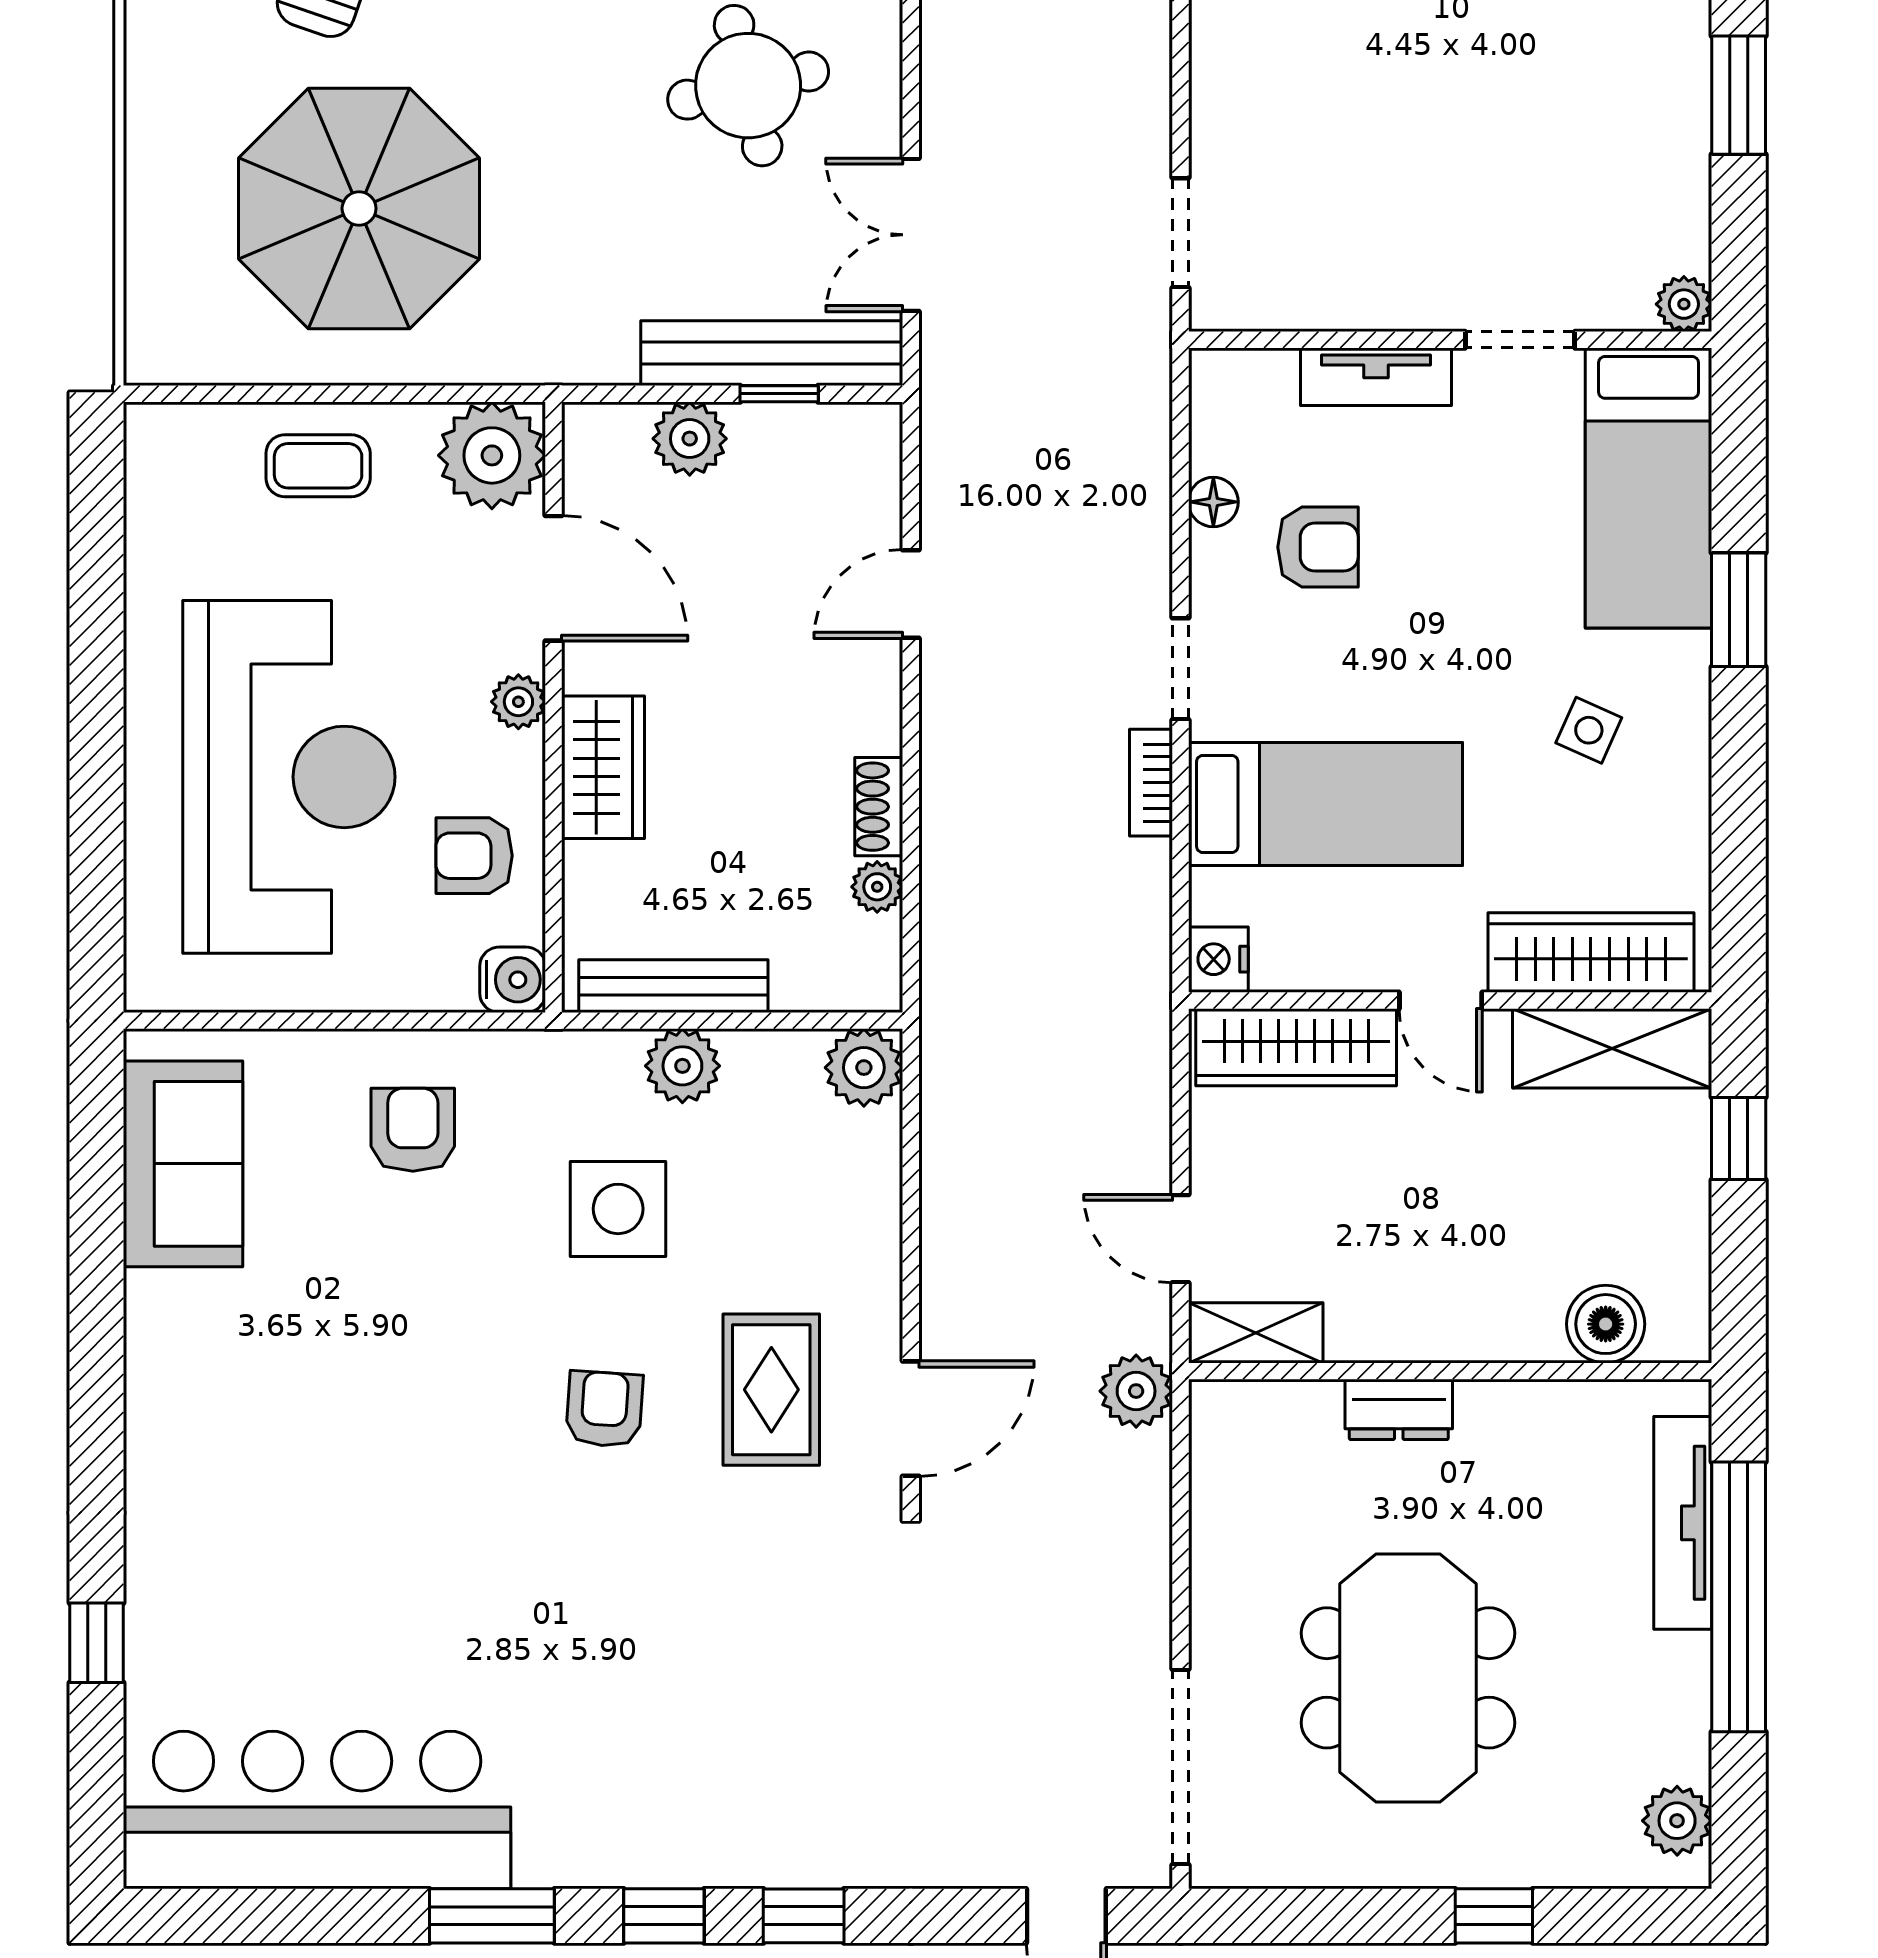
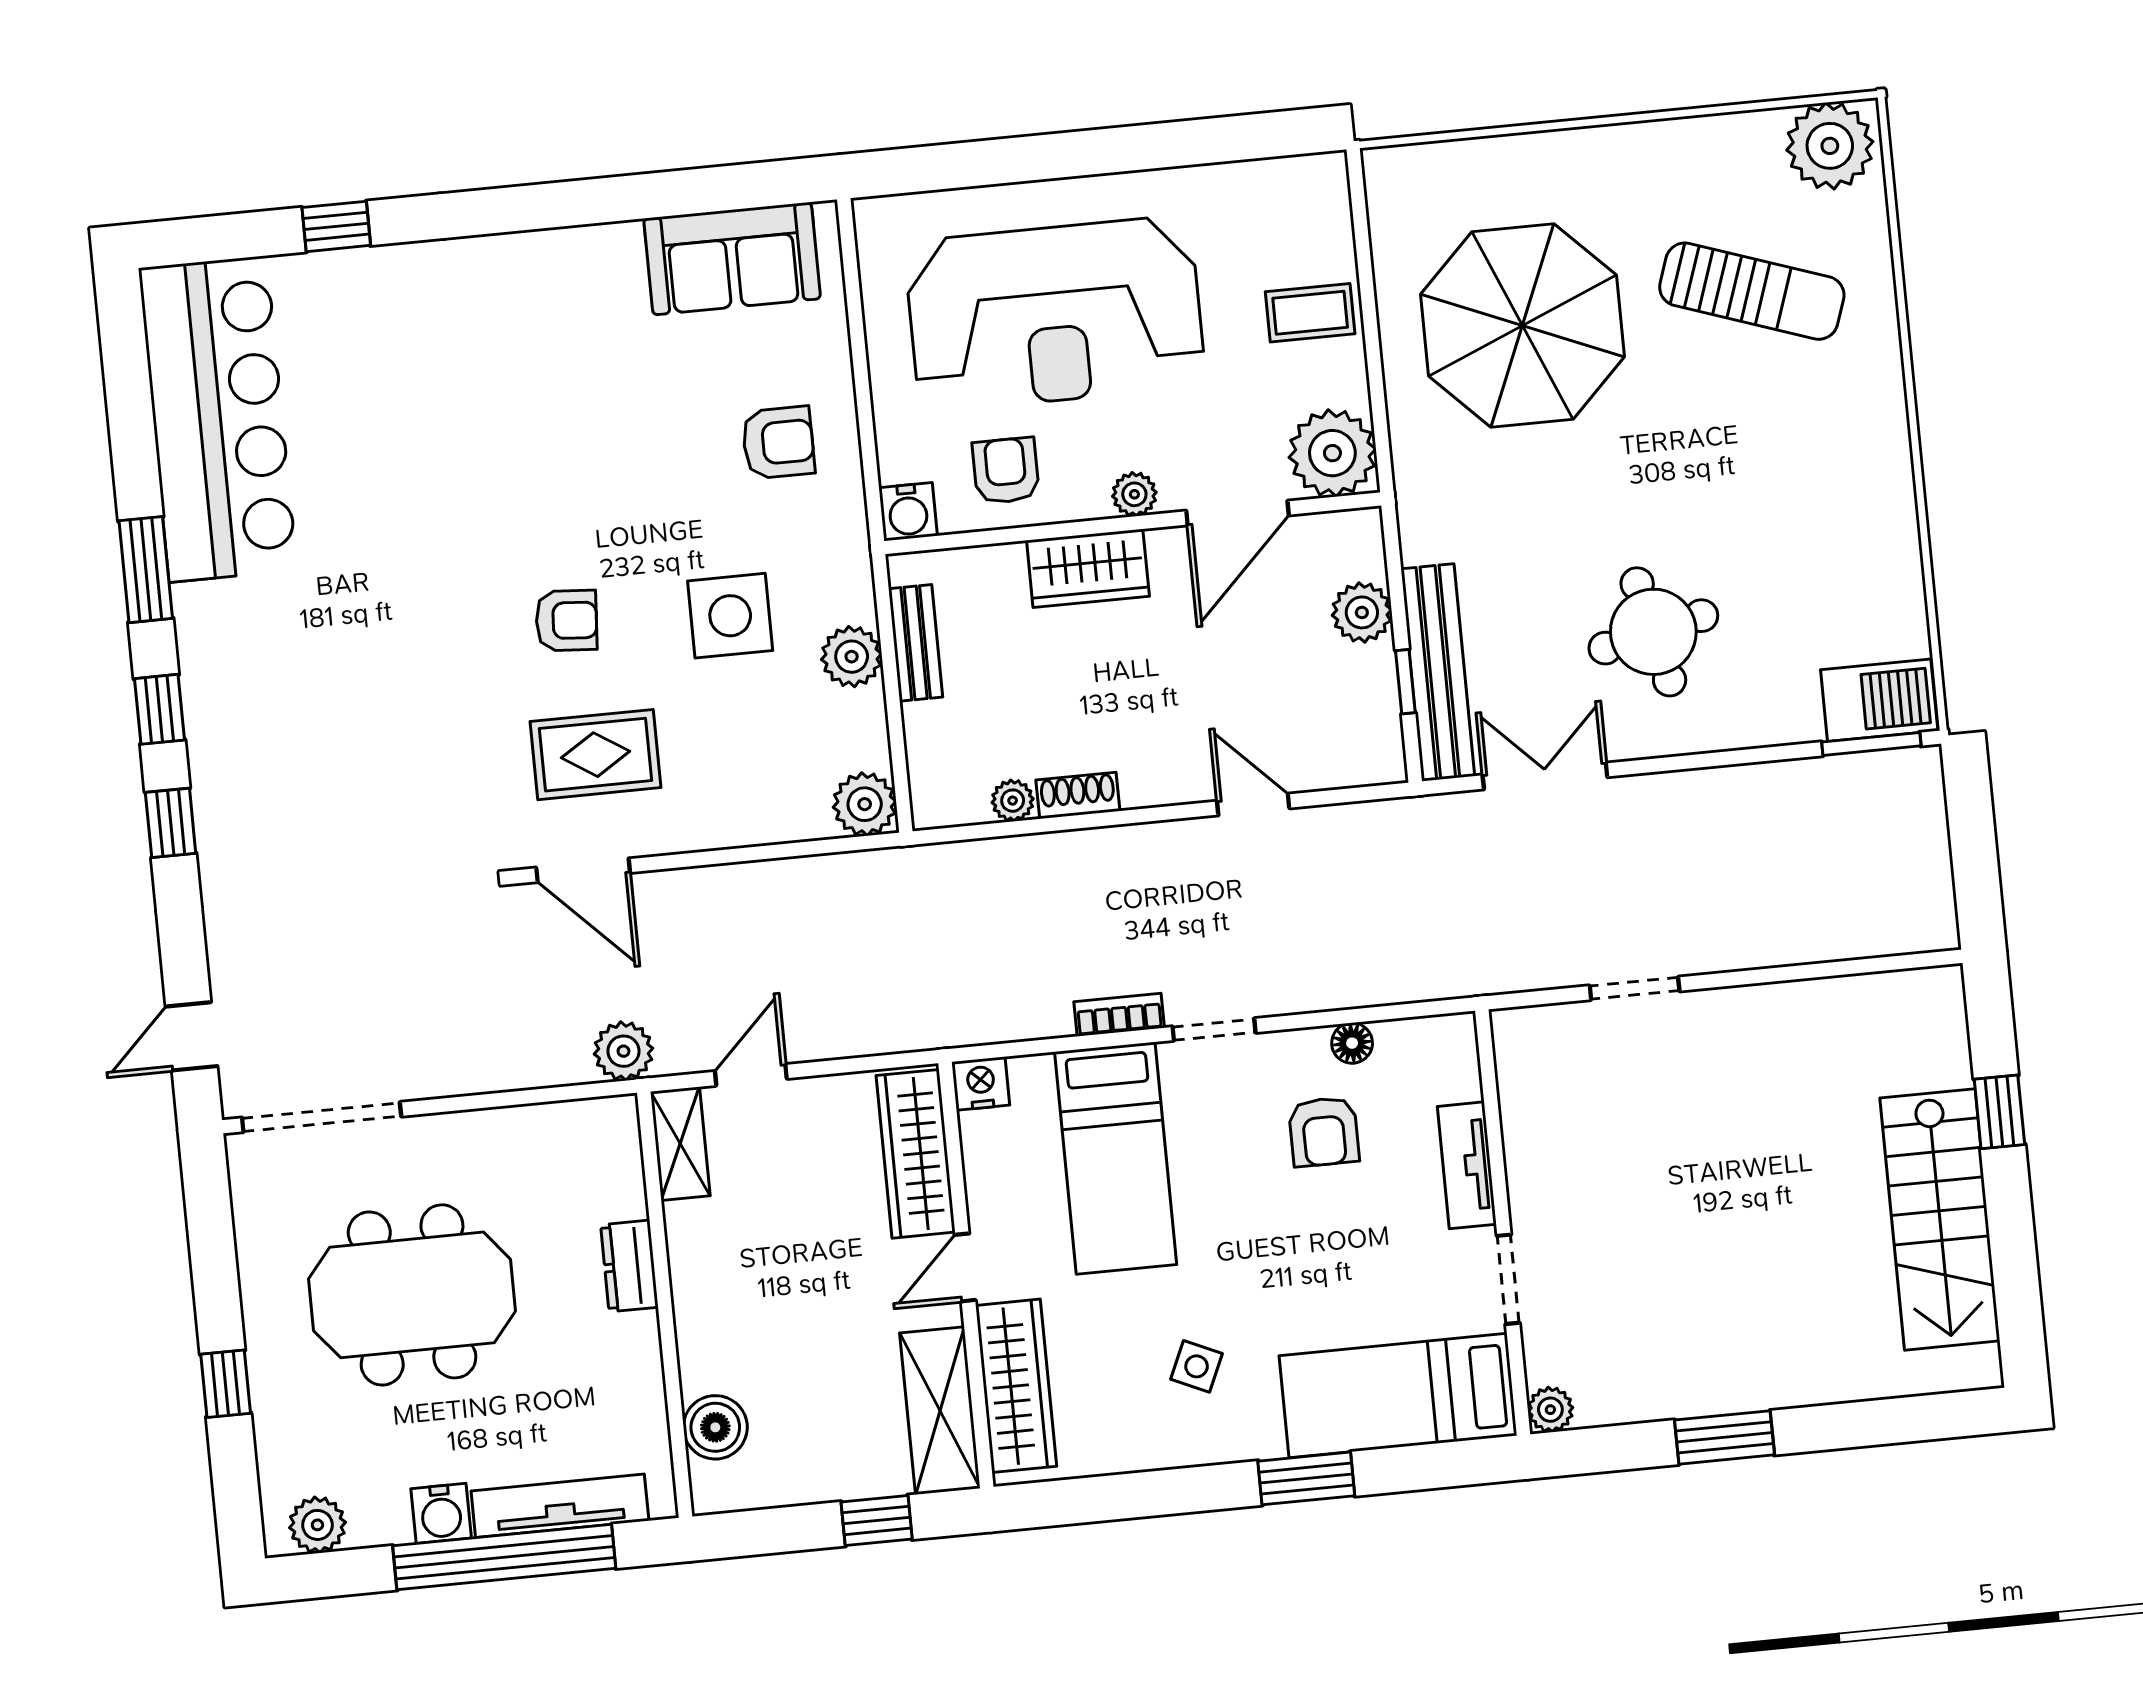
doorway: (1180, 233) -> (1635, 988), moved
coffee table: (318, 466) -> (1310, 313), turned 90
bench: (673, 986) -> (916, 643), width x0.73
water cooler: (1678, 1669) -> (441, 1513), added

